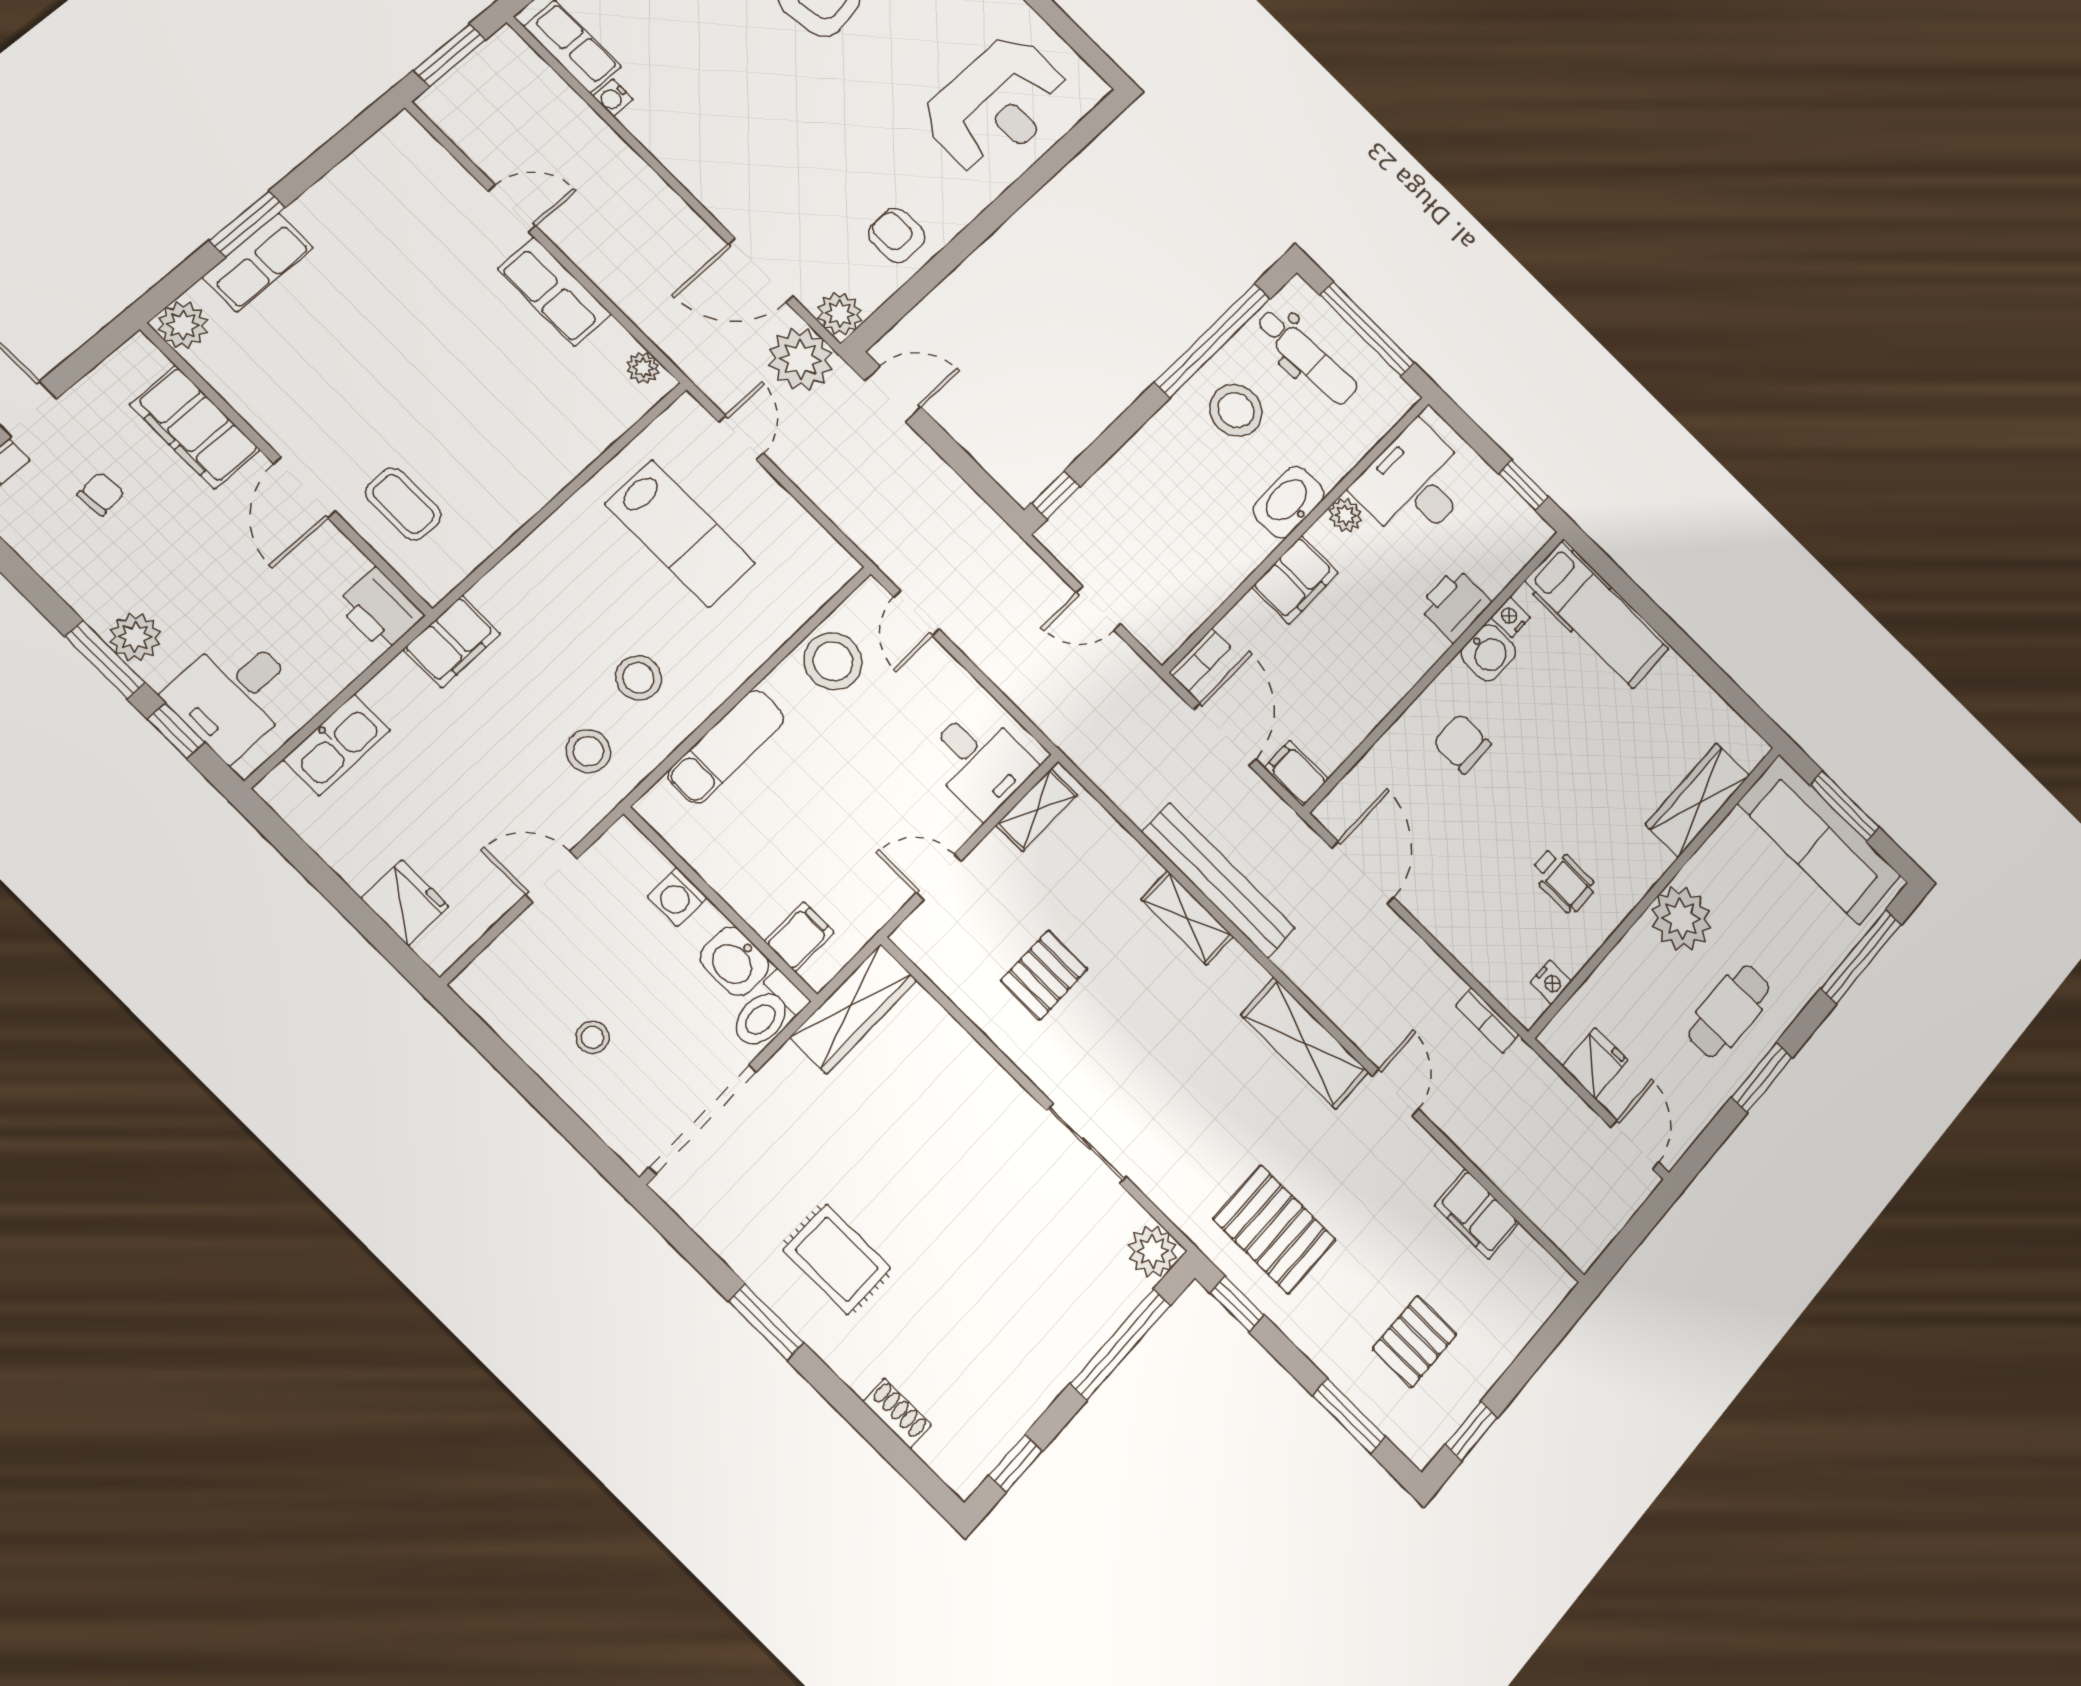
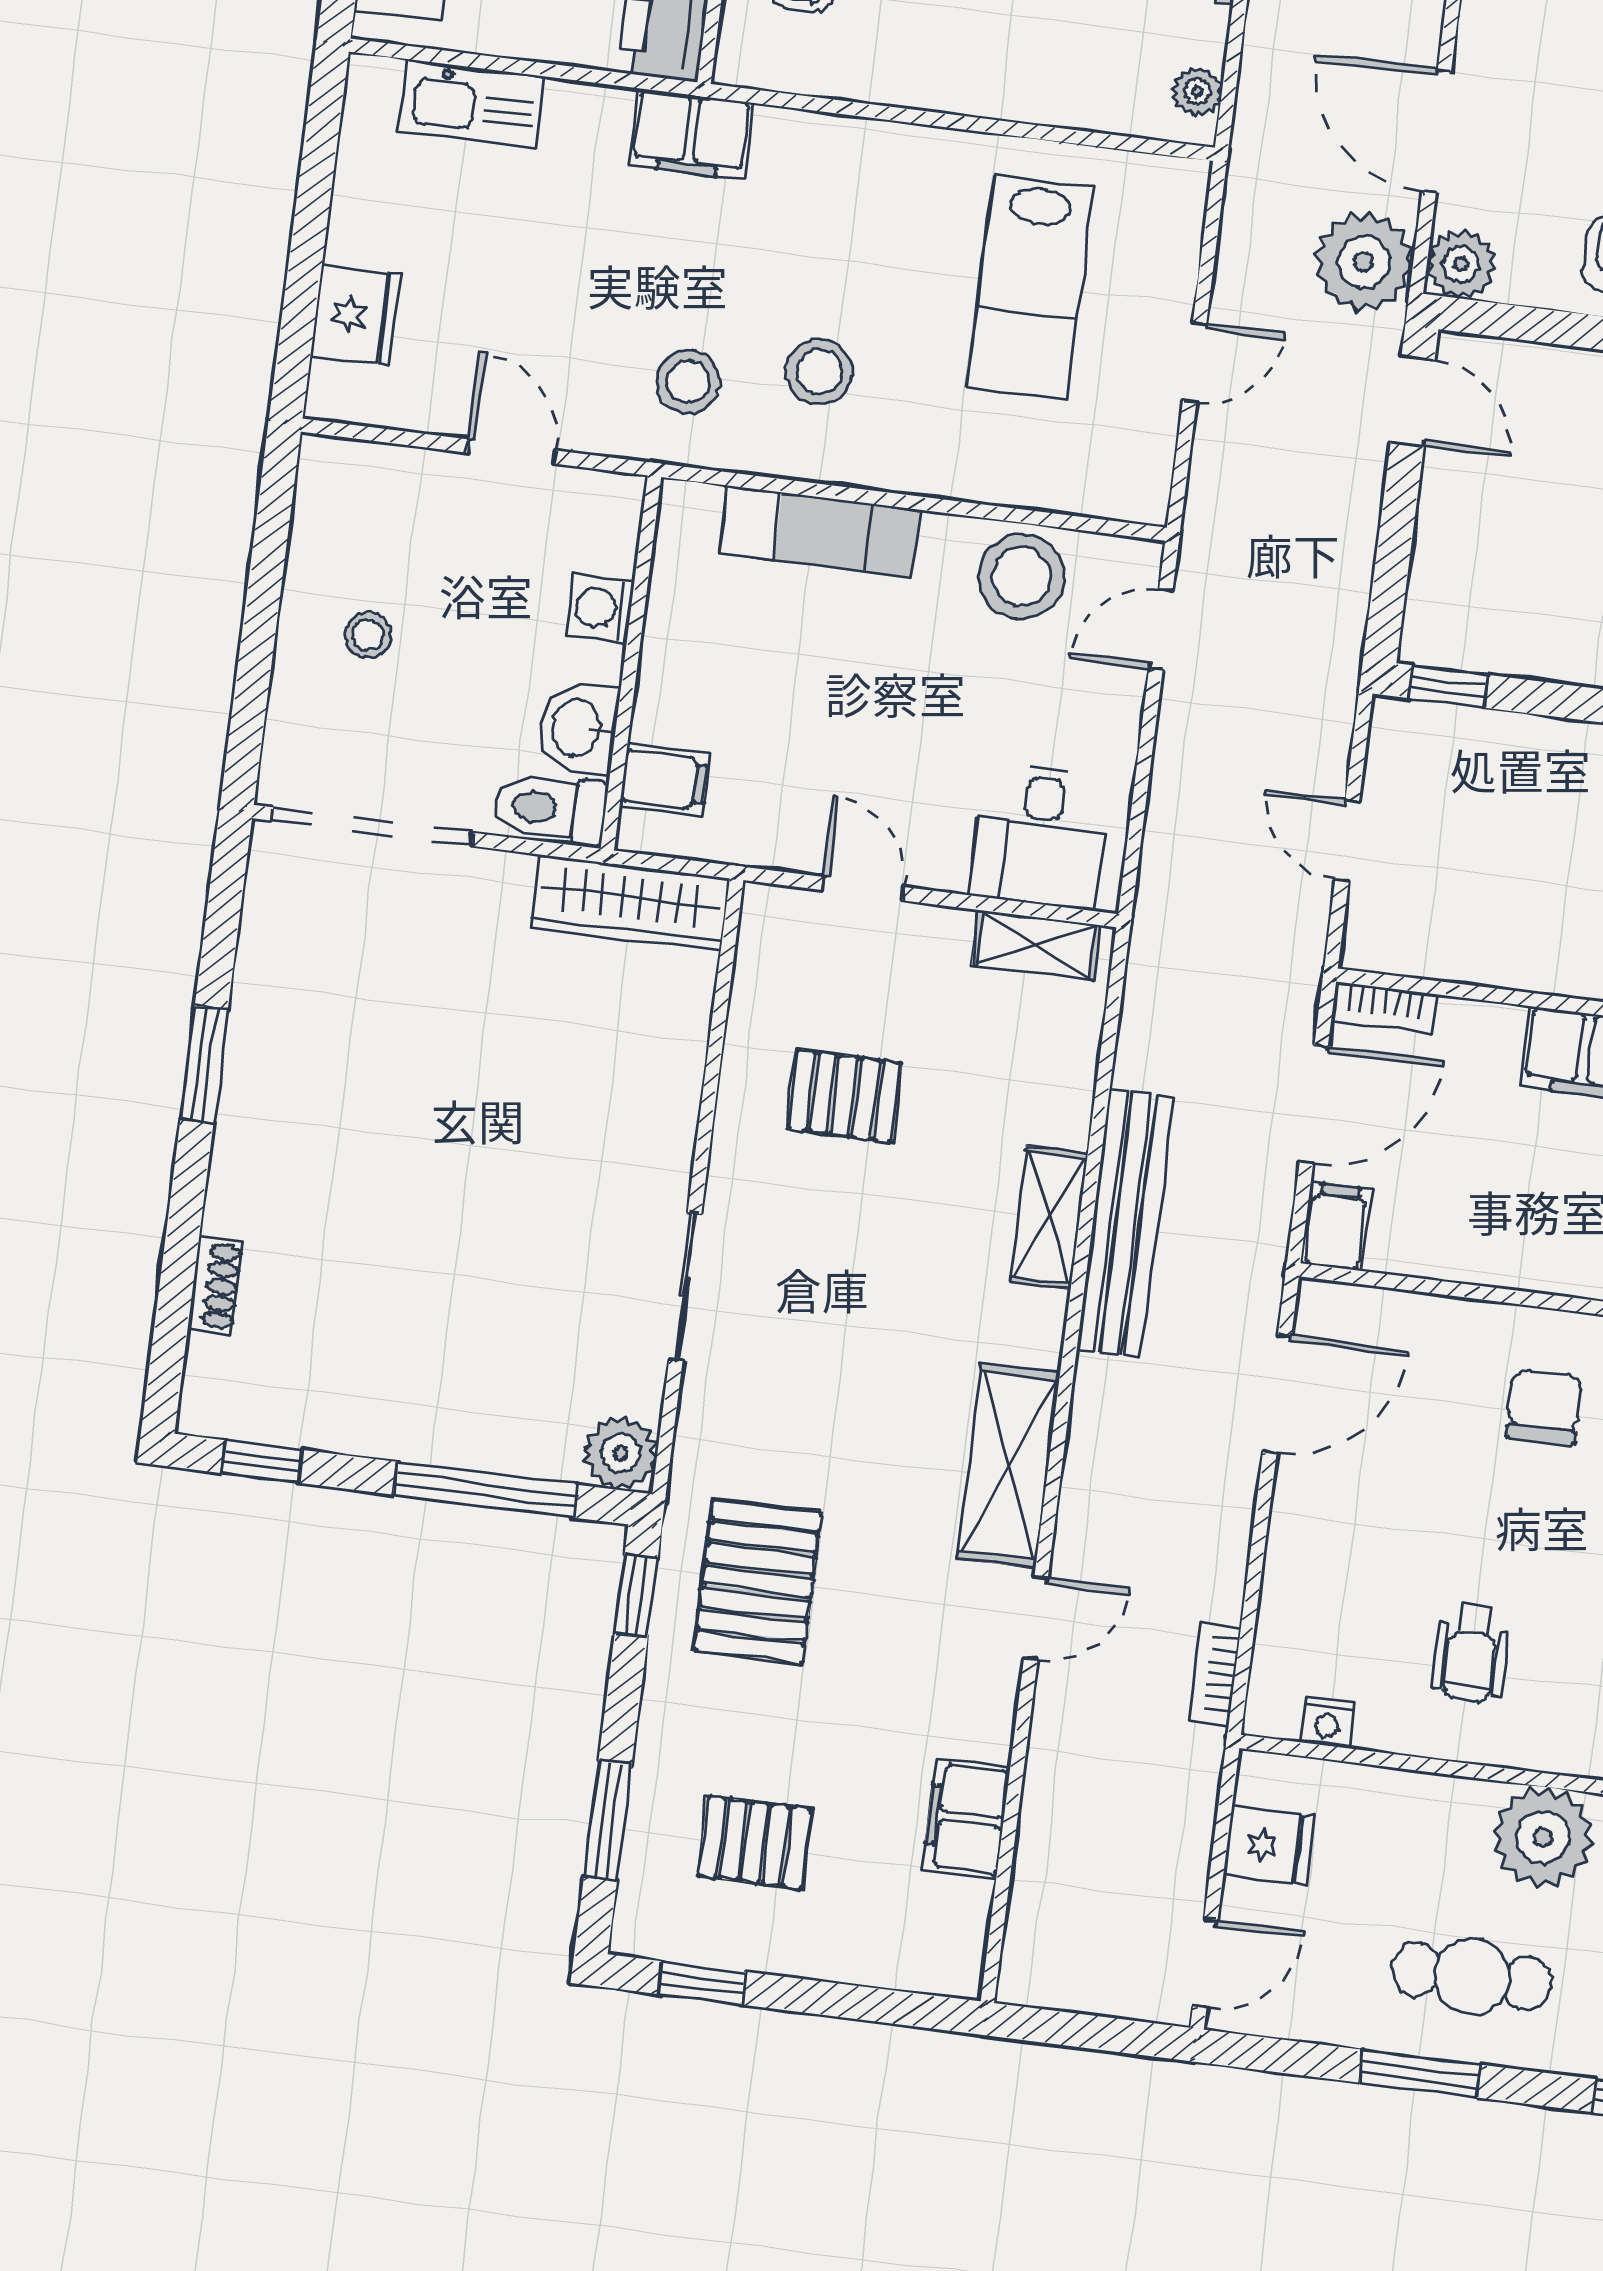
door: (741, 438) -> (1195, 362), moved
rug: (837, 1259) -> (333, 1093), removed

